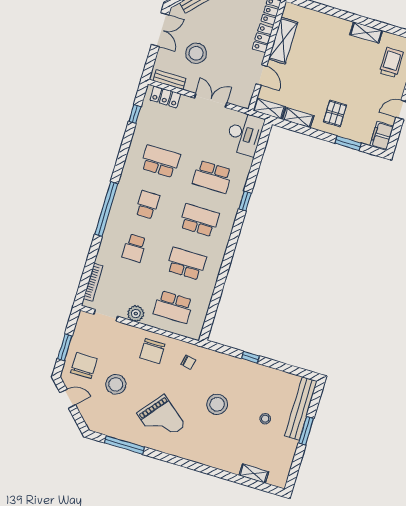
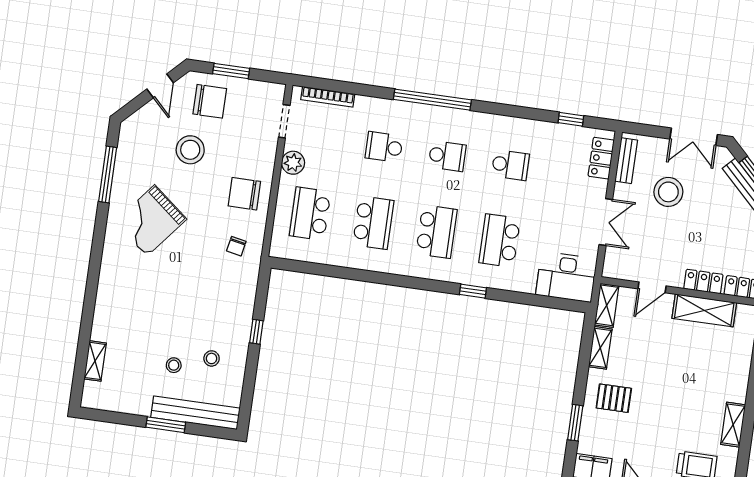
school desk: (160, 161) -> (510, 165), width x0.54
stool: (217, 404) -> (212, 358), moved, width x0.53, depth x0.53

